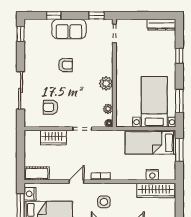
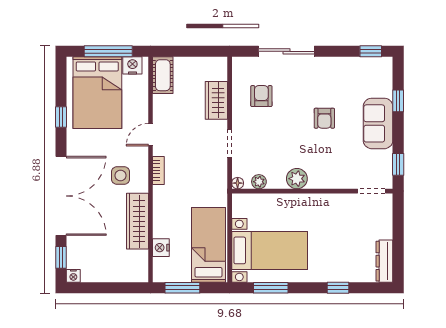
window: (179, 150) -> (182, 288), moved
door: (77, 182) -> (151, 135), swing flipped
wardrobe: (156, 190) -> (138, 221), moved

